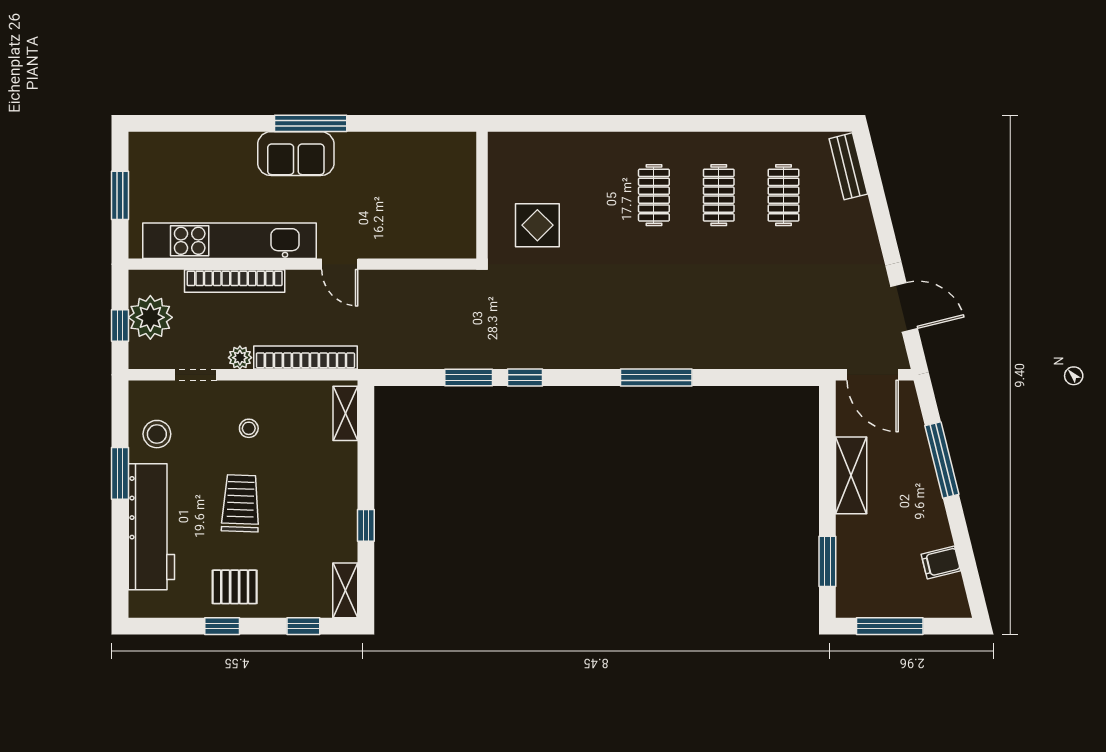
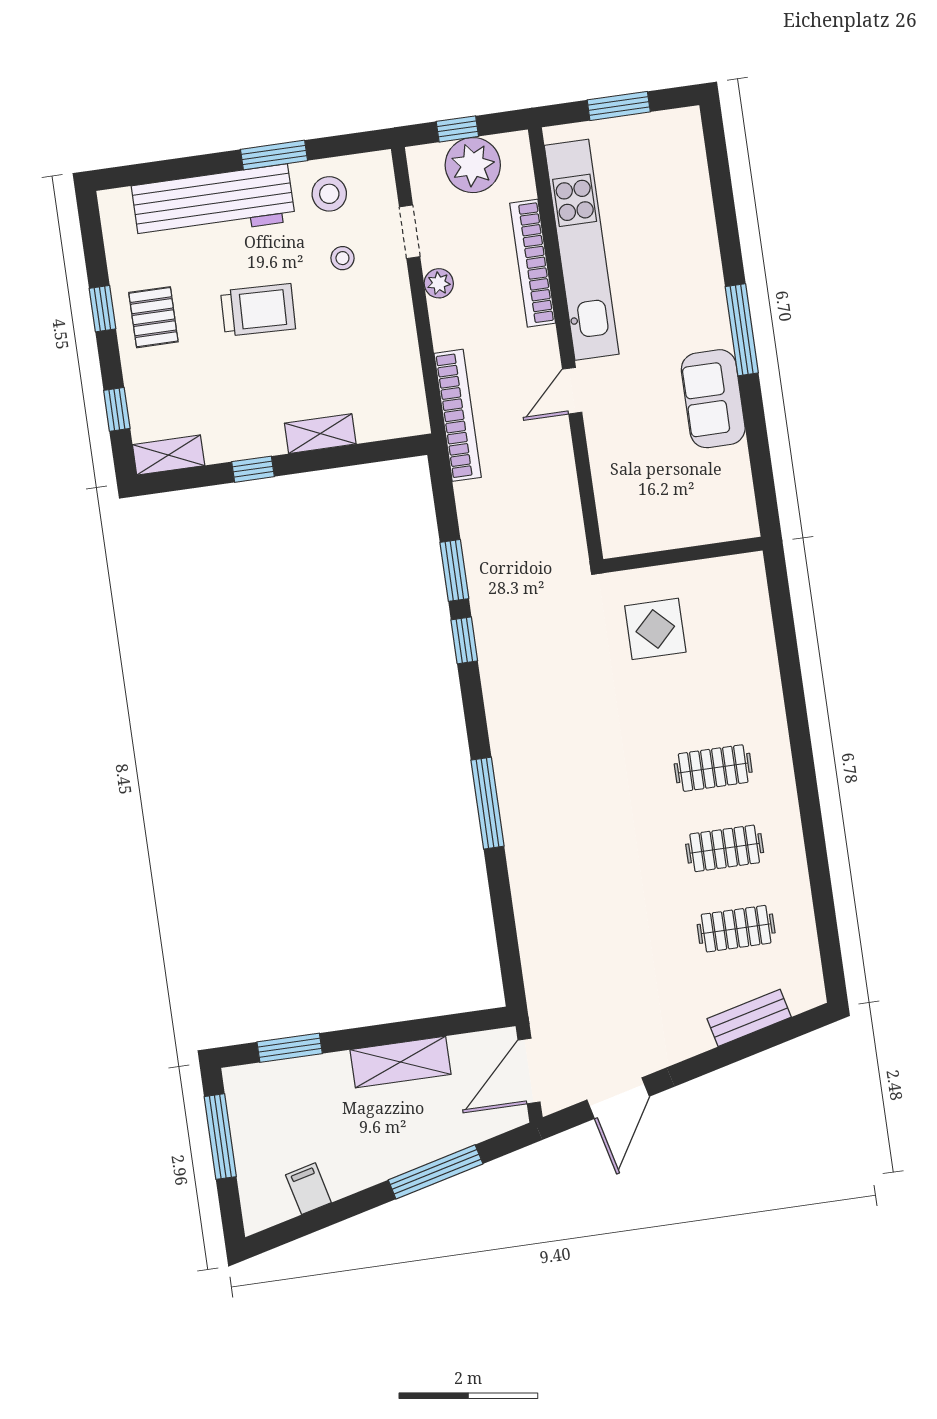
sofa: (296, 154) -> (713, 399), moved
bench: (848, 166) -> (749, 1018), moved
bookcase: (305, 357) -> (458, 415), moved
shelving: (345, 413) -> (320, 434), moved
stool: (249, 428) -> (342, 258), moved

